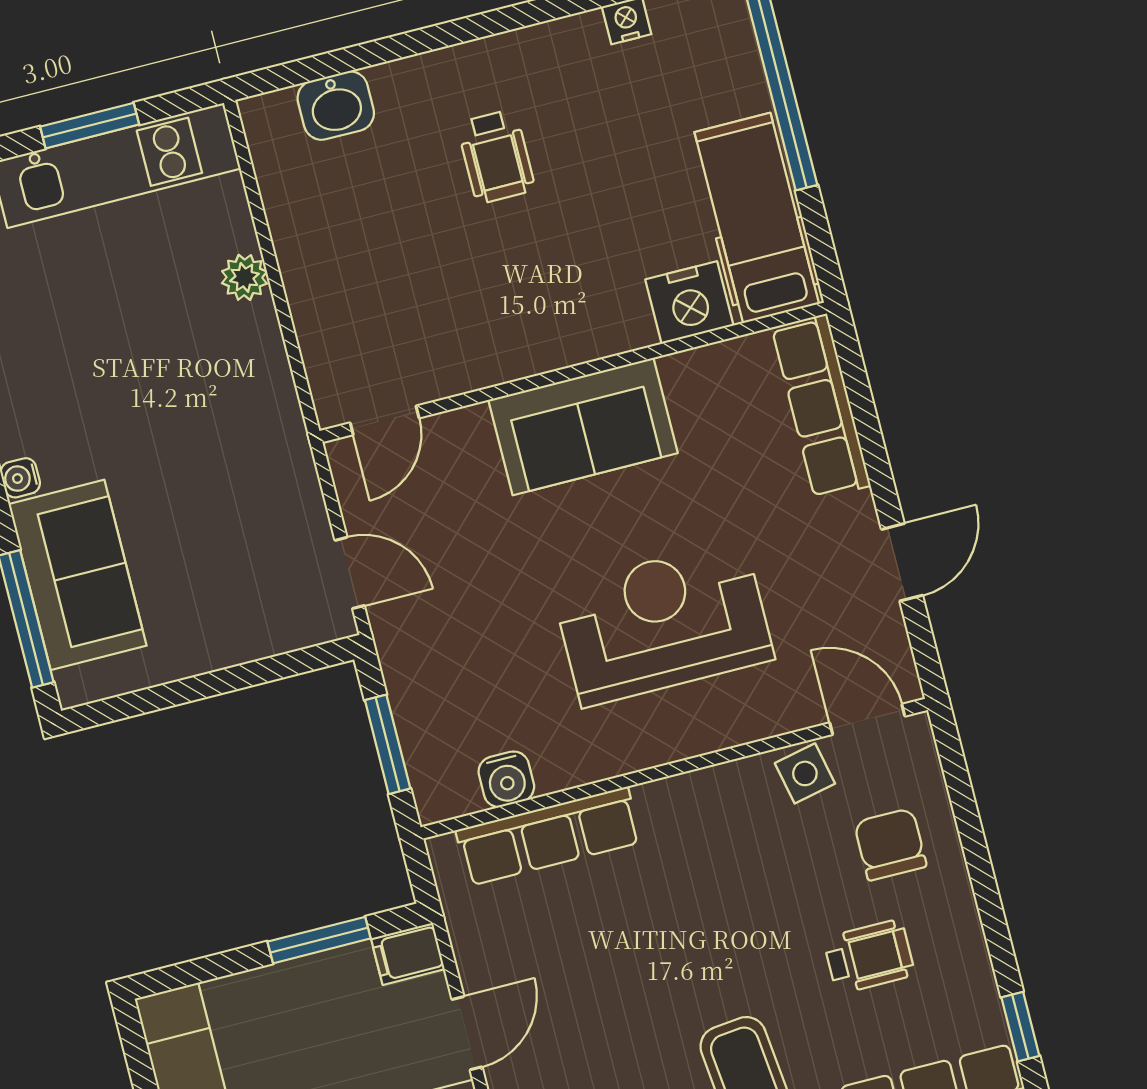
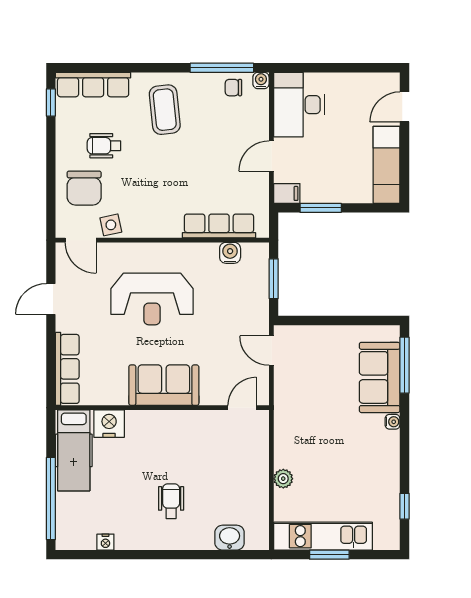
chair: (890, 844) -> (84, 188), width x1.37, depth x1.37

